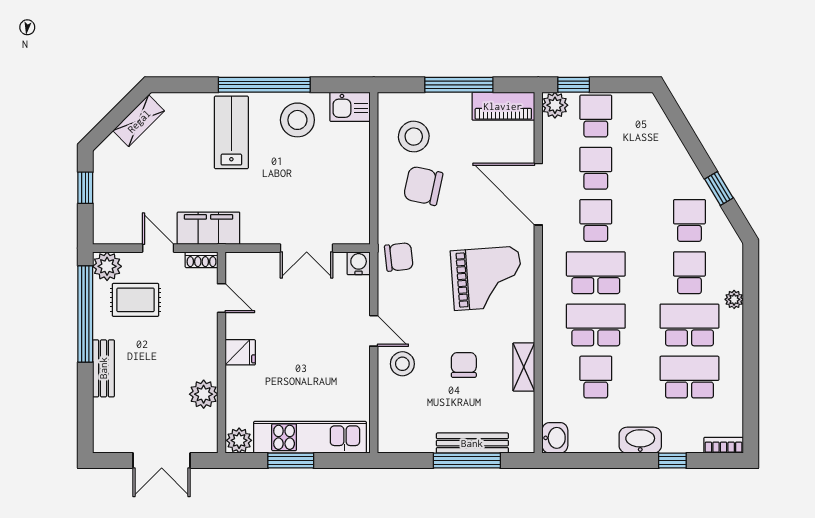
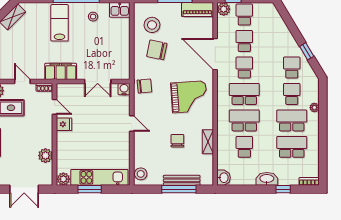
stool: (297, 120) -> (93, 17), width x0.53, depth x0.53
filing cabinet: (208, 228) -> (61, 71), moved
fridge: (240, 352) -> (64, 124), moved
stool: (402, 364) -> (141, 174), moved

